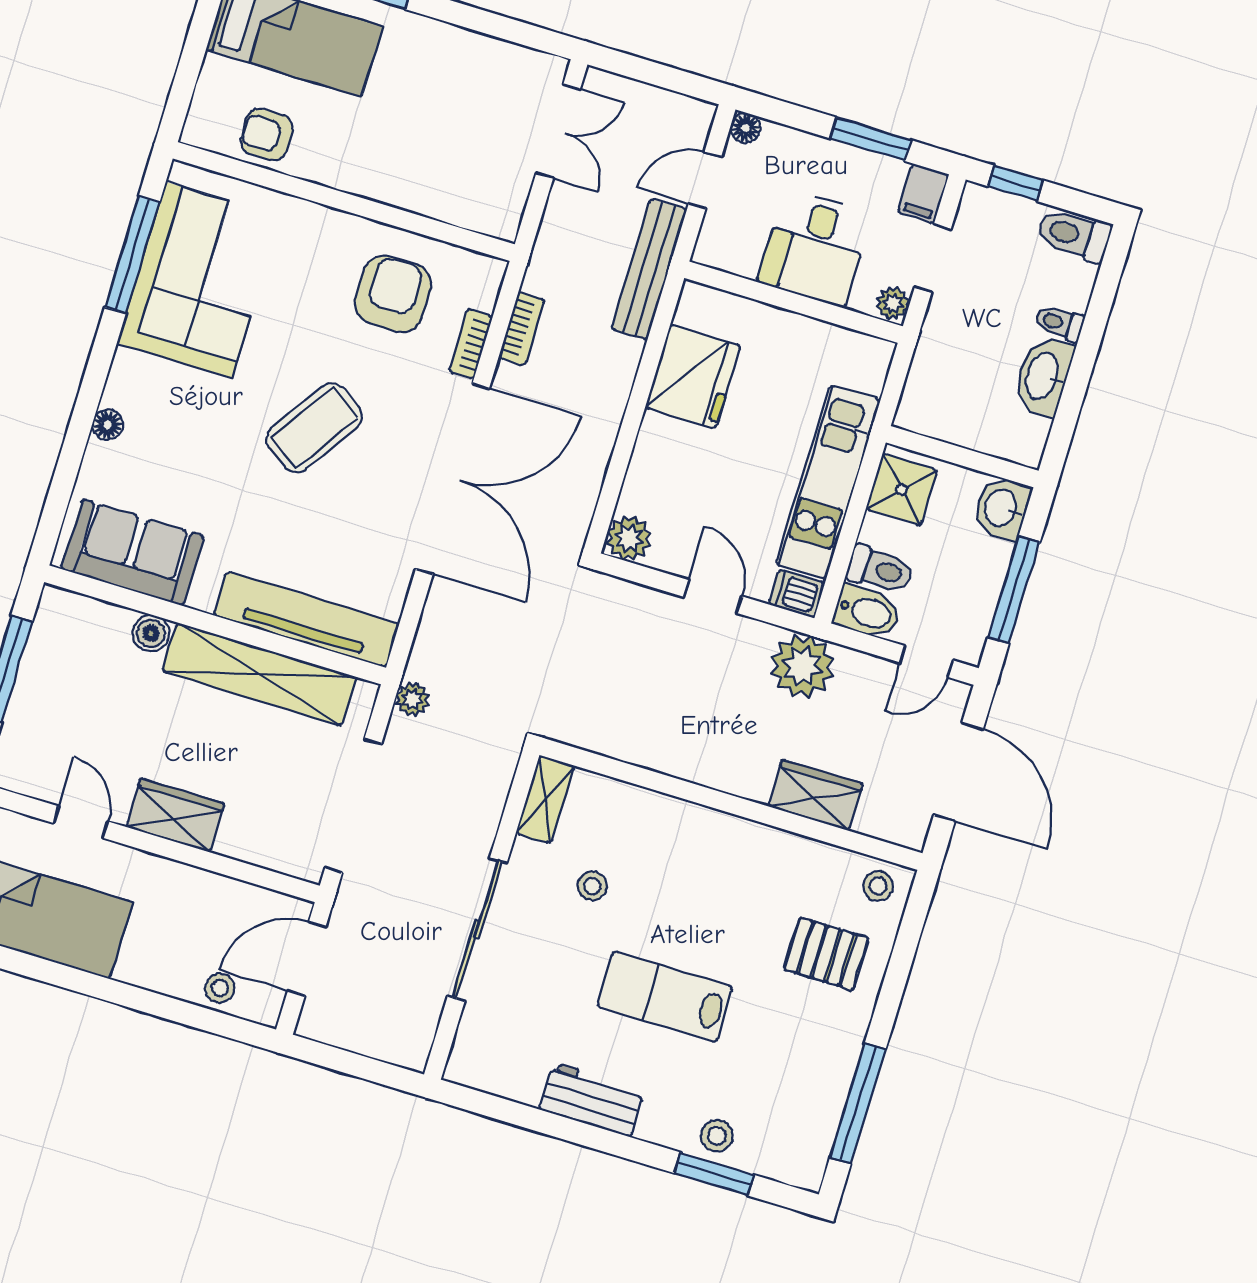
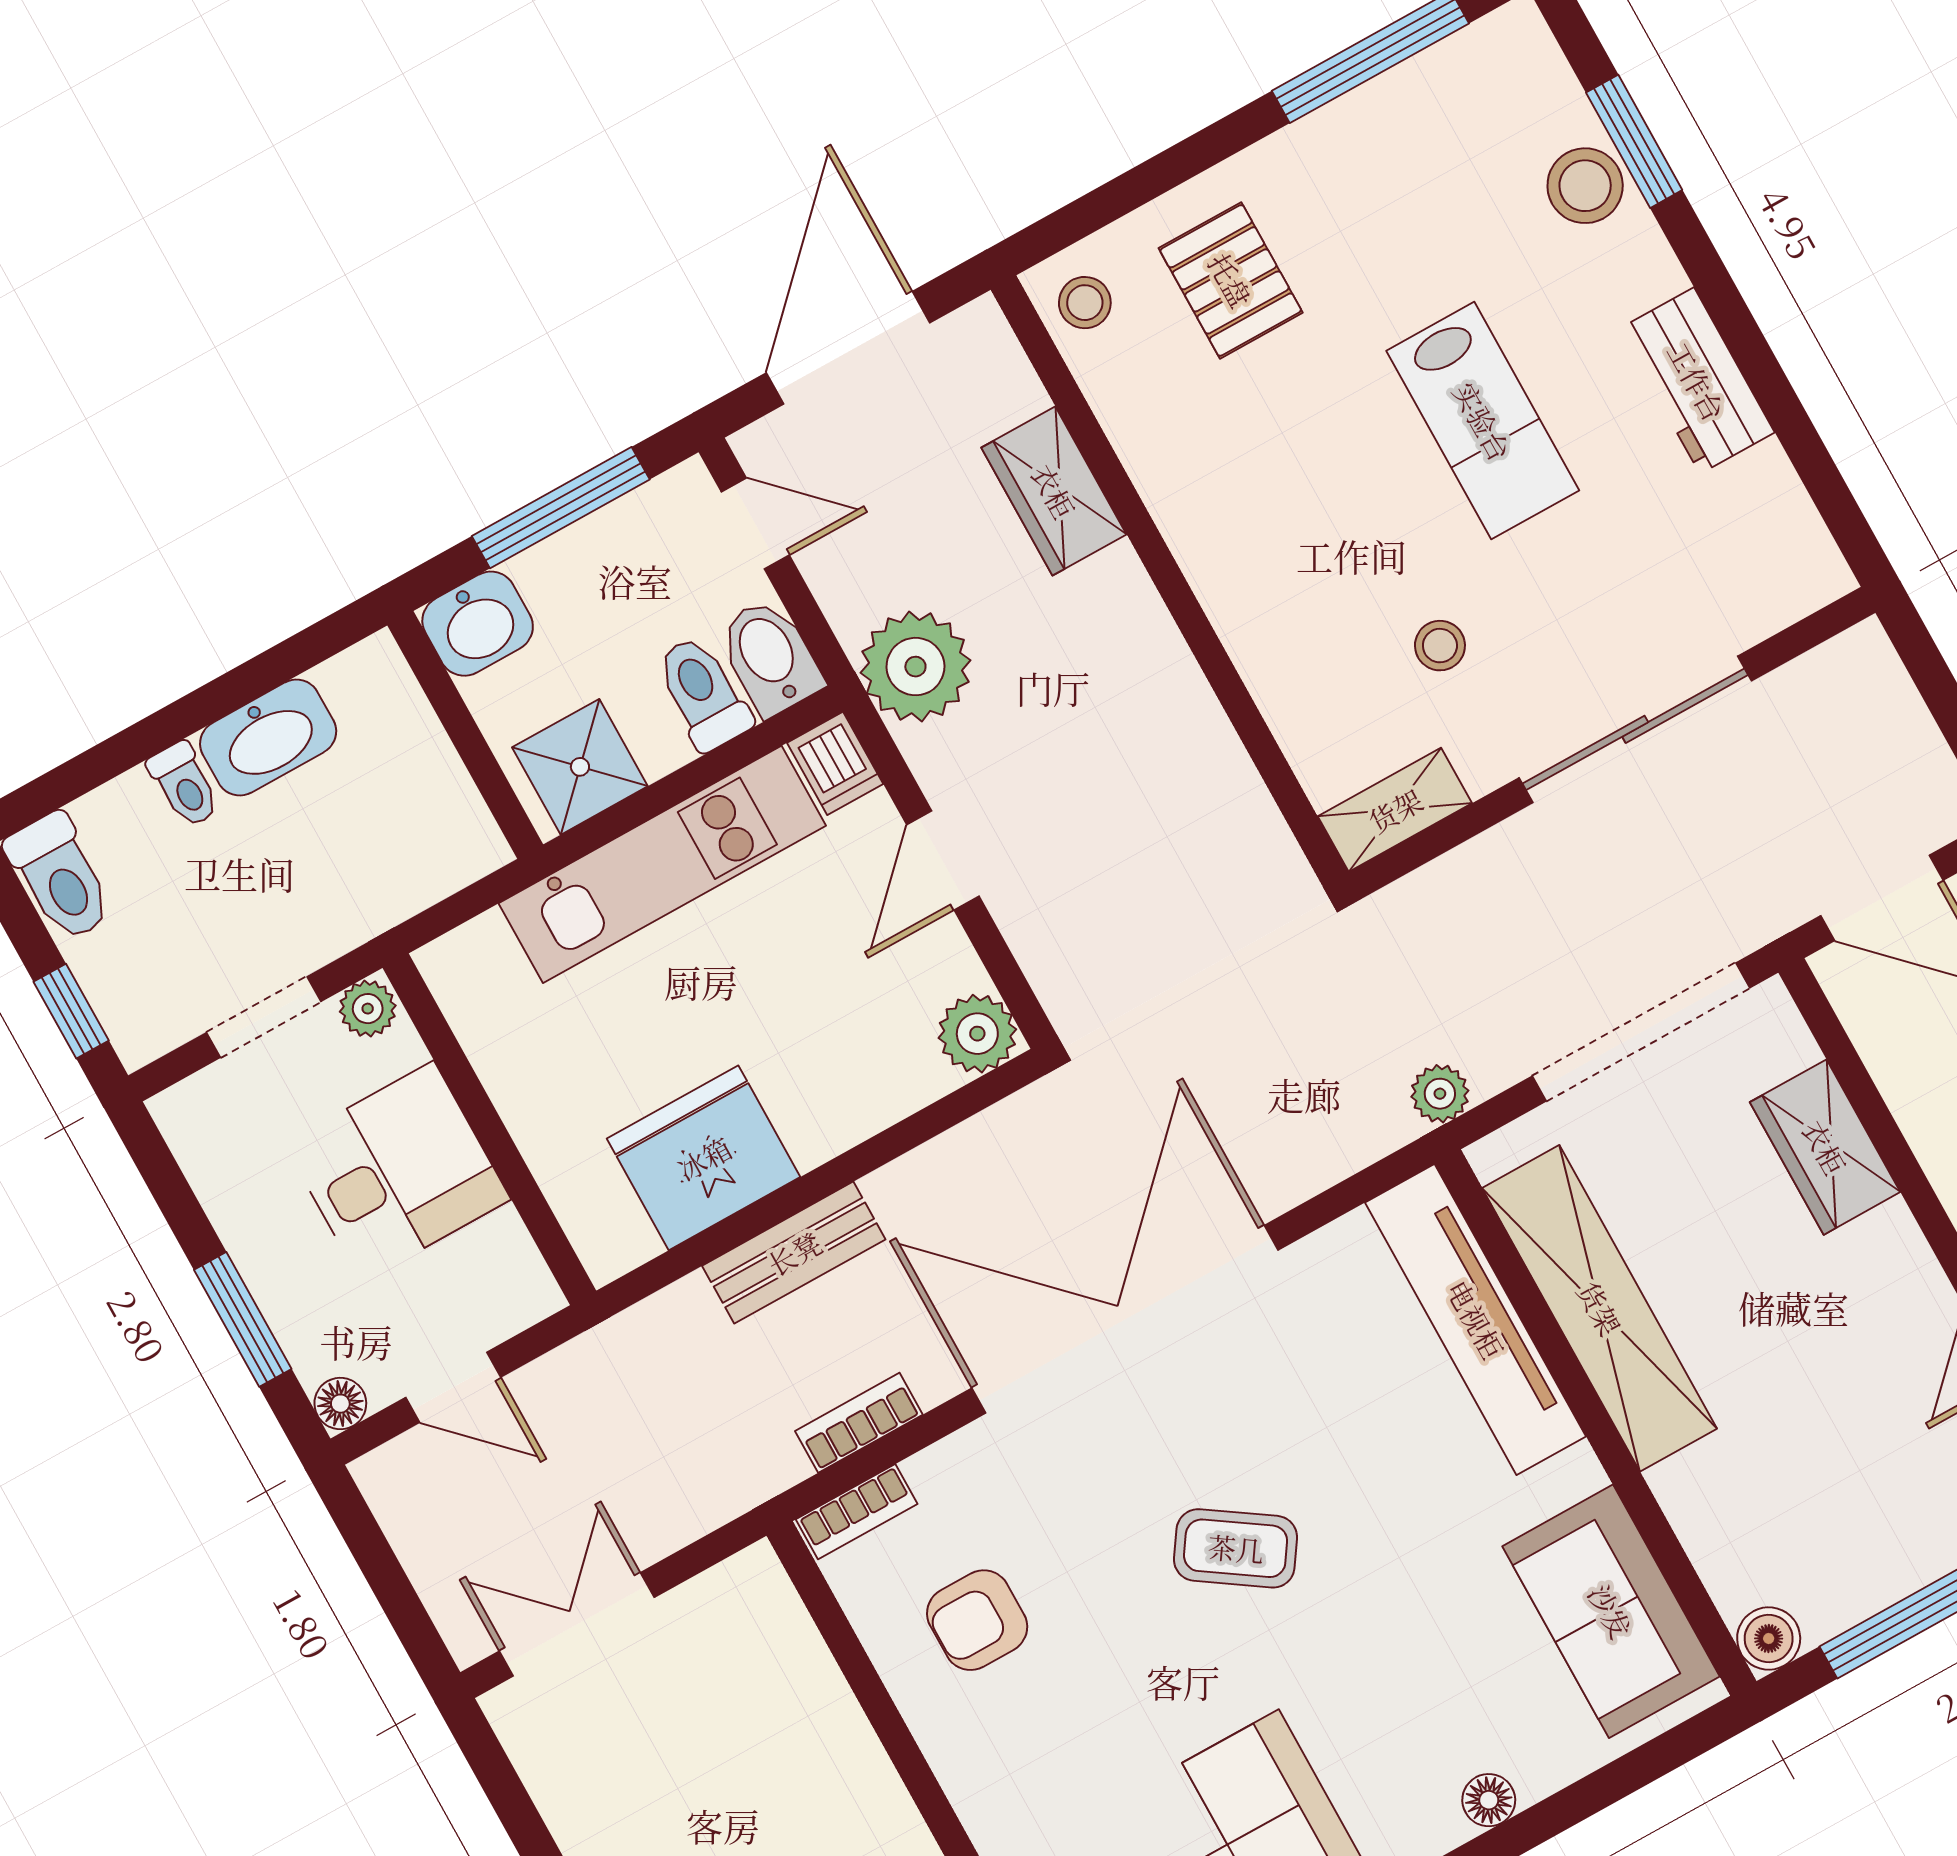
window: (871, 139) -> (243, 1319), moved
filing cabinet: (923, 193) -> (198, 1109), removed
bench: (649, 269) -> (794, 1253), moved, width x0.73
armchair: (393, 294) -> (977, 1620), width x0.72, depth x0.72
bookcase: (471, 344) -> (857, 1512), moved
coffee table: (314, 428) -> (1236, 1548), width x0.73, depth x0.77
boiler: (151, 633) -> (1769, 1638), moved
wardrobe: (175, 815) -> (1825, 1147), moved
stool: (717, 1136) -> (1585, 186), width x1.37, depth x1.37

